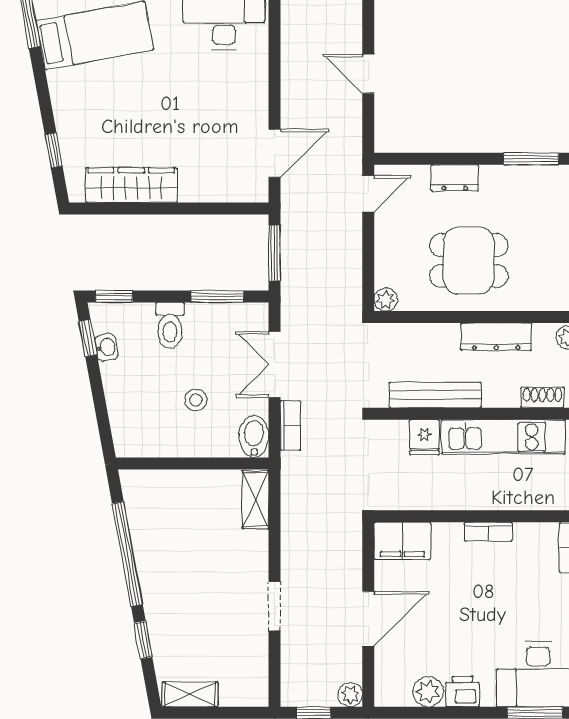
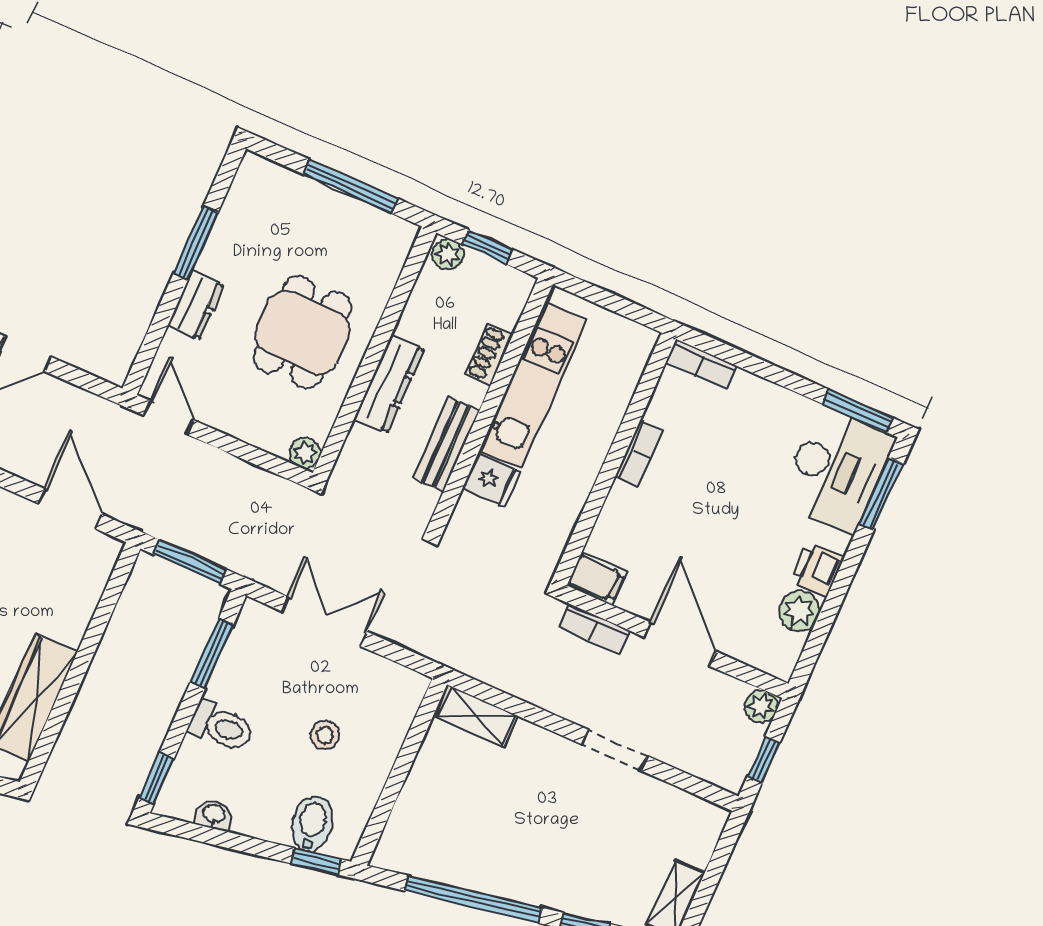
window: (531, 159) -> (196, 243), moved
dresser: (496, 337) -> (389, 384), moved
window: (88, 338) -> (316, 861), moved
double door: (275, 365) -> (324, 621), swing flipped
bench: (435, 395) -> (446, 445), width x0.73
shoe rack: (542, 397) -> (490, 354), moved
bookcase: (290, 426) -> (594, 629), moved, turned 180
bidet: (254, 436) -> (312, 824), moved, turned 80
filing cabinet: (402, 541) -> (597, 579), width x0.50

